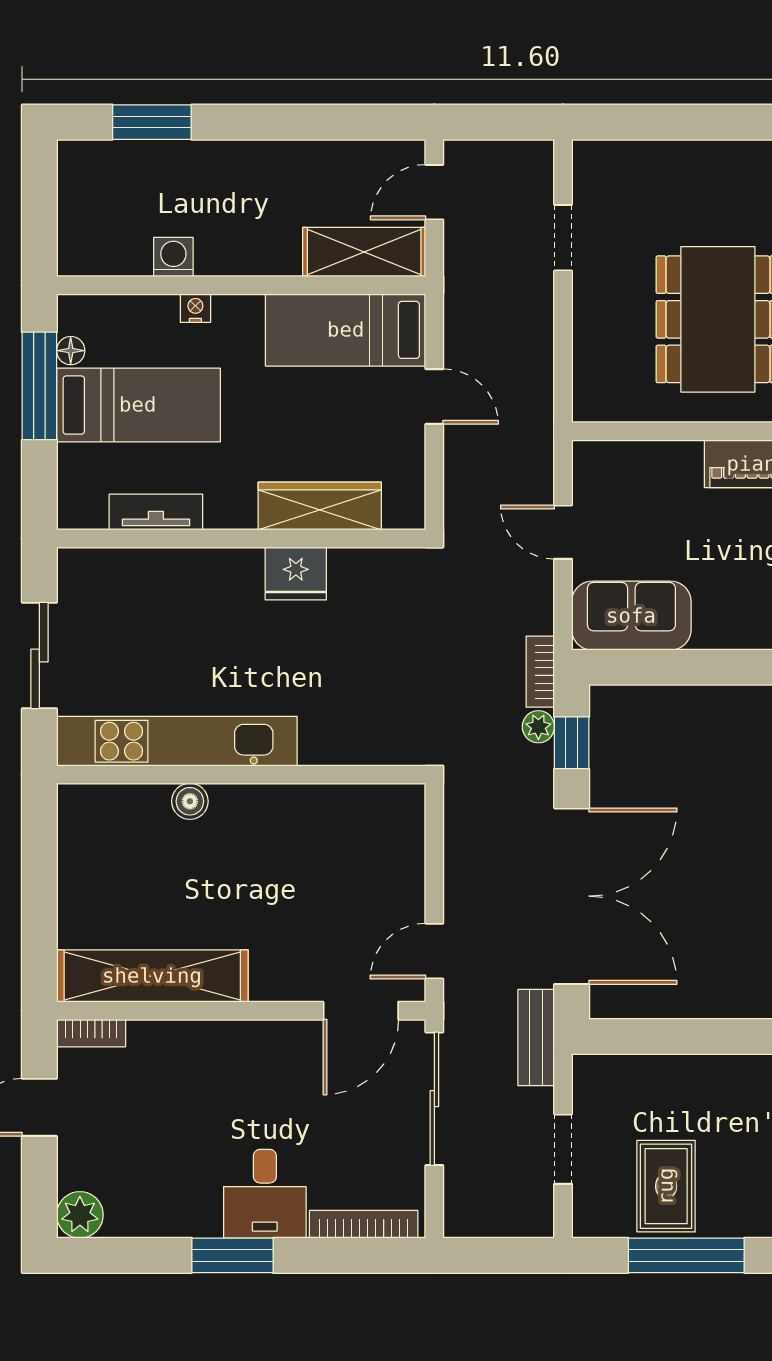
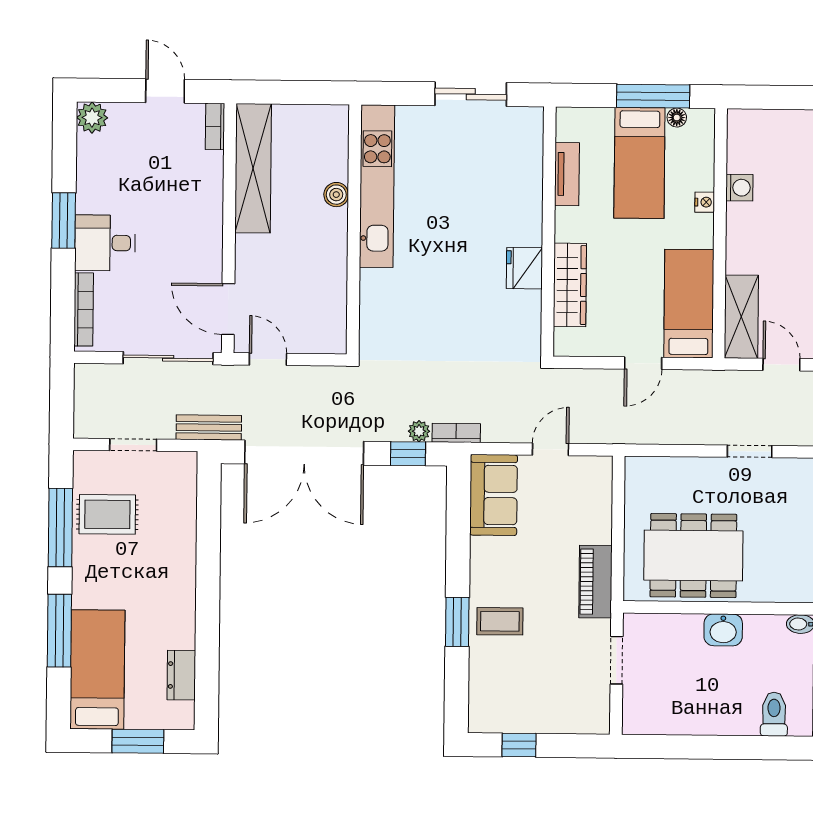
kitchen unit: (177, 741) -> (377, 186), moved
wall: (241, 775) -> (354, 229), moved
boiler: (190, 801) -> (336, 195), moved

